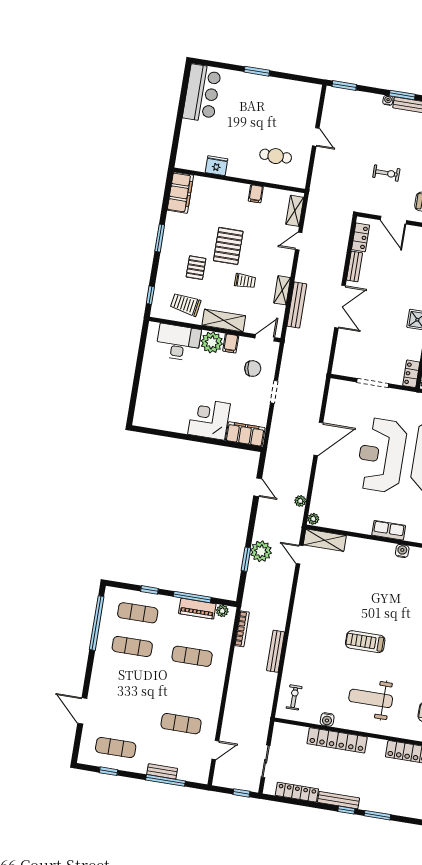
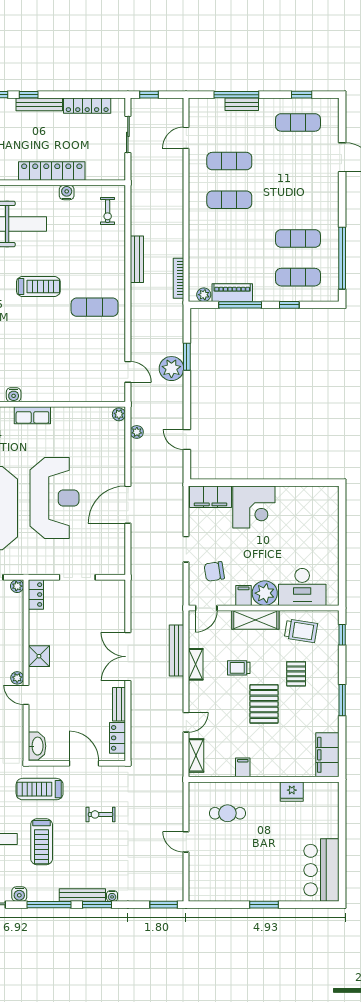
shelving: (325, 540) -> (102, 393), removed
exercise mat: (319, 616) -> (95, 307), added
exercise mat: (192, 656) -> (229, 200), moved

